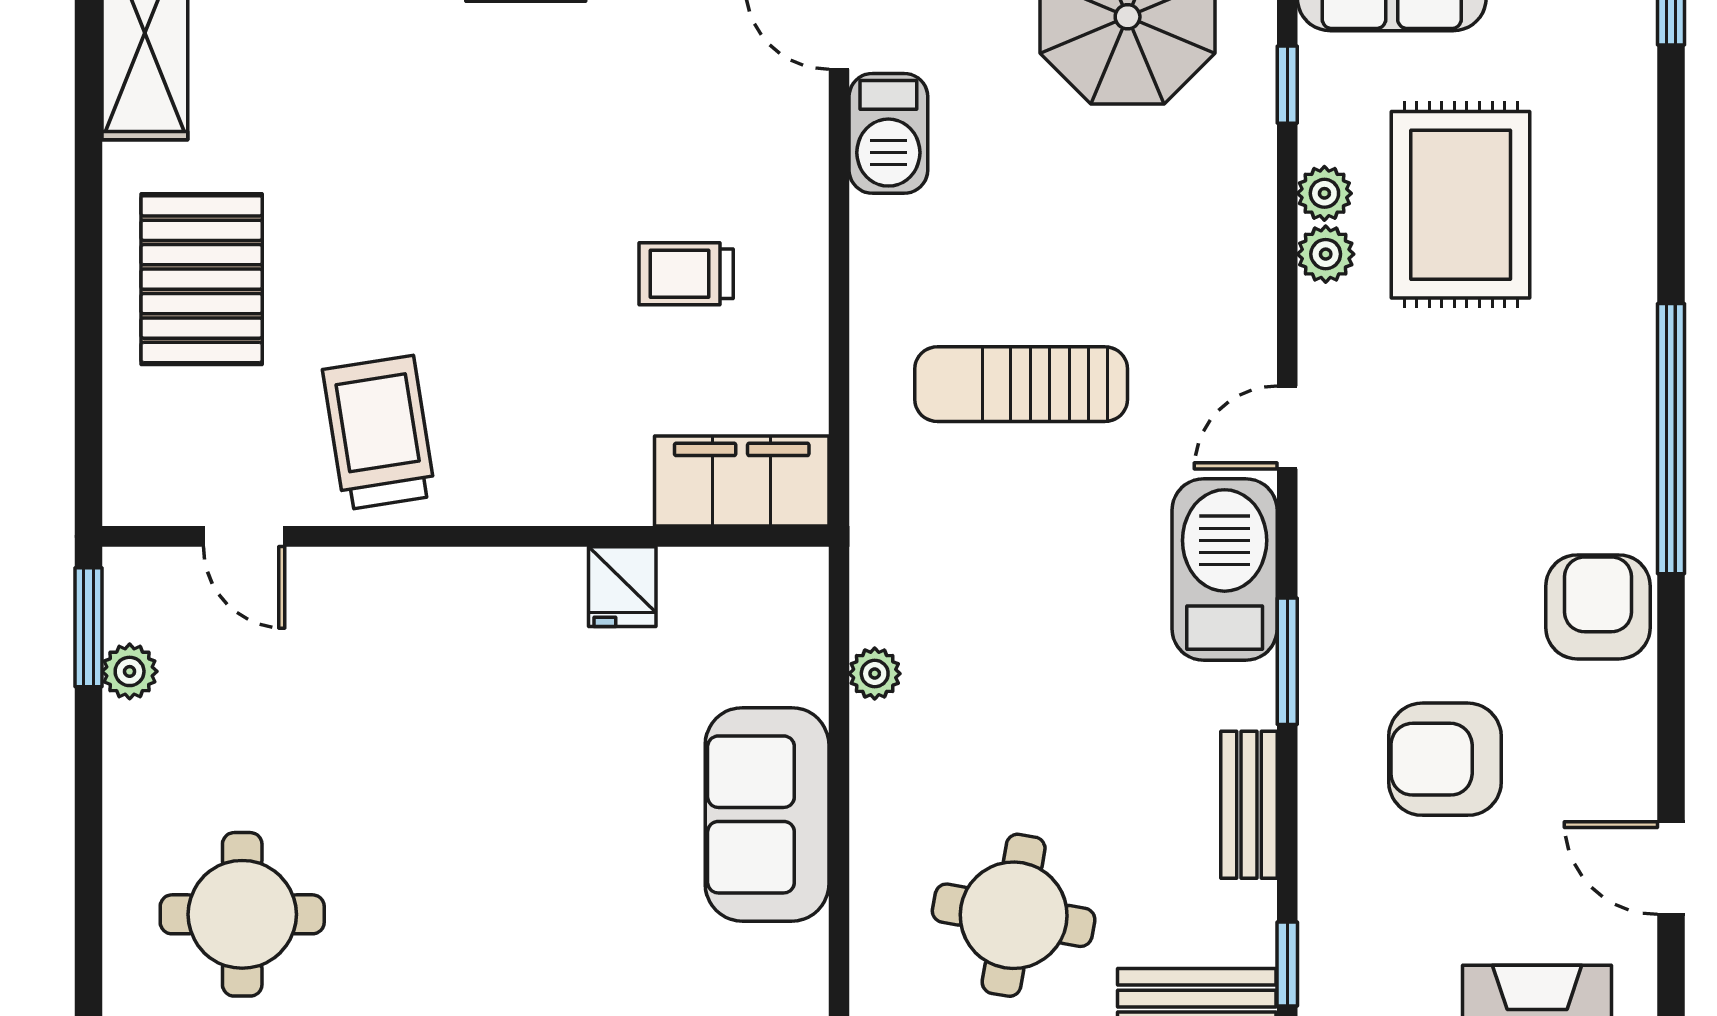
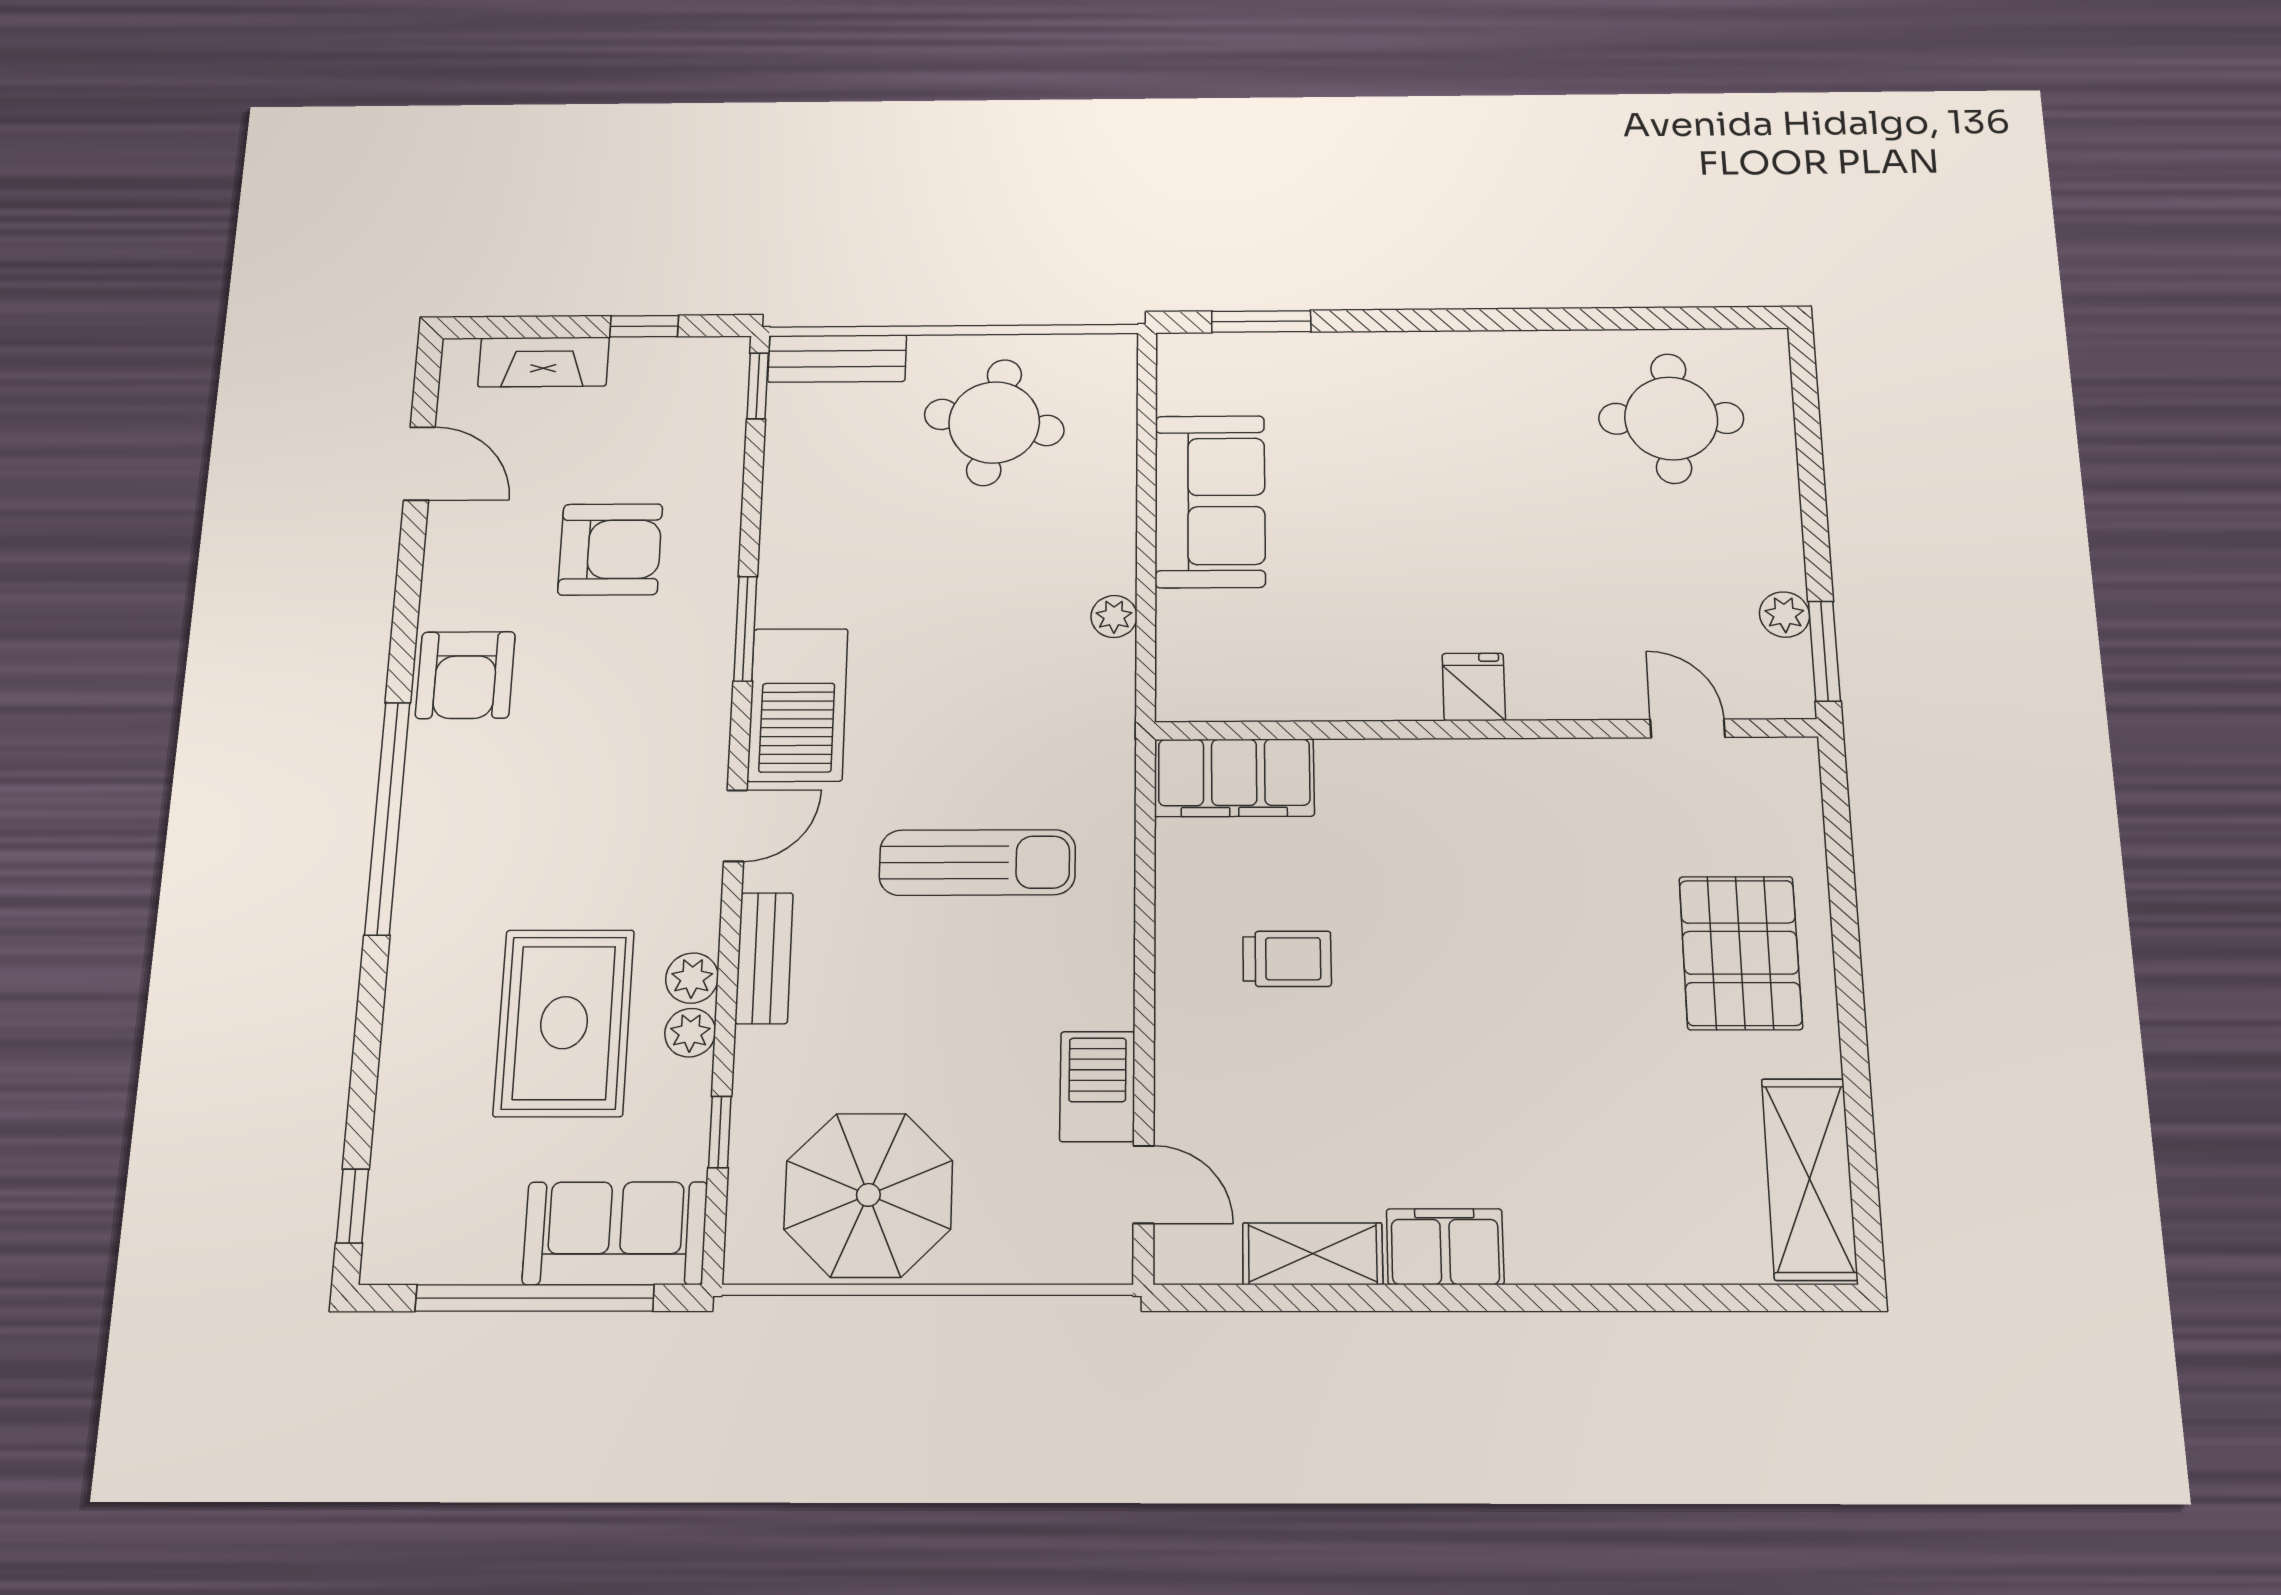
trolley: (379, 433) -> (1568, 818), removed
fridge: (622, 587) -> (1474, 687), moved
bench: (1249, 805) -> (764, 958), moved

